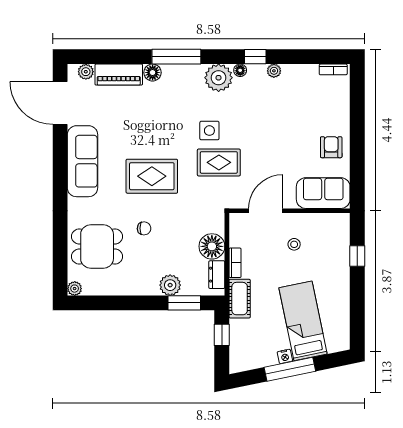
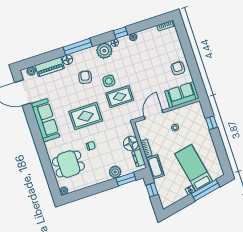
armchair: (172, 112) -> (85, 77), added
window: (290, 369) -> (206, 190), moved

